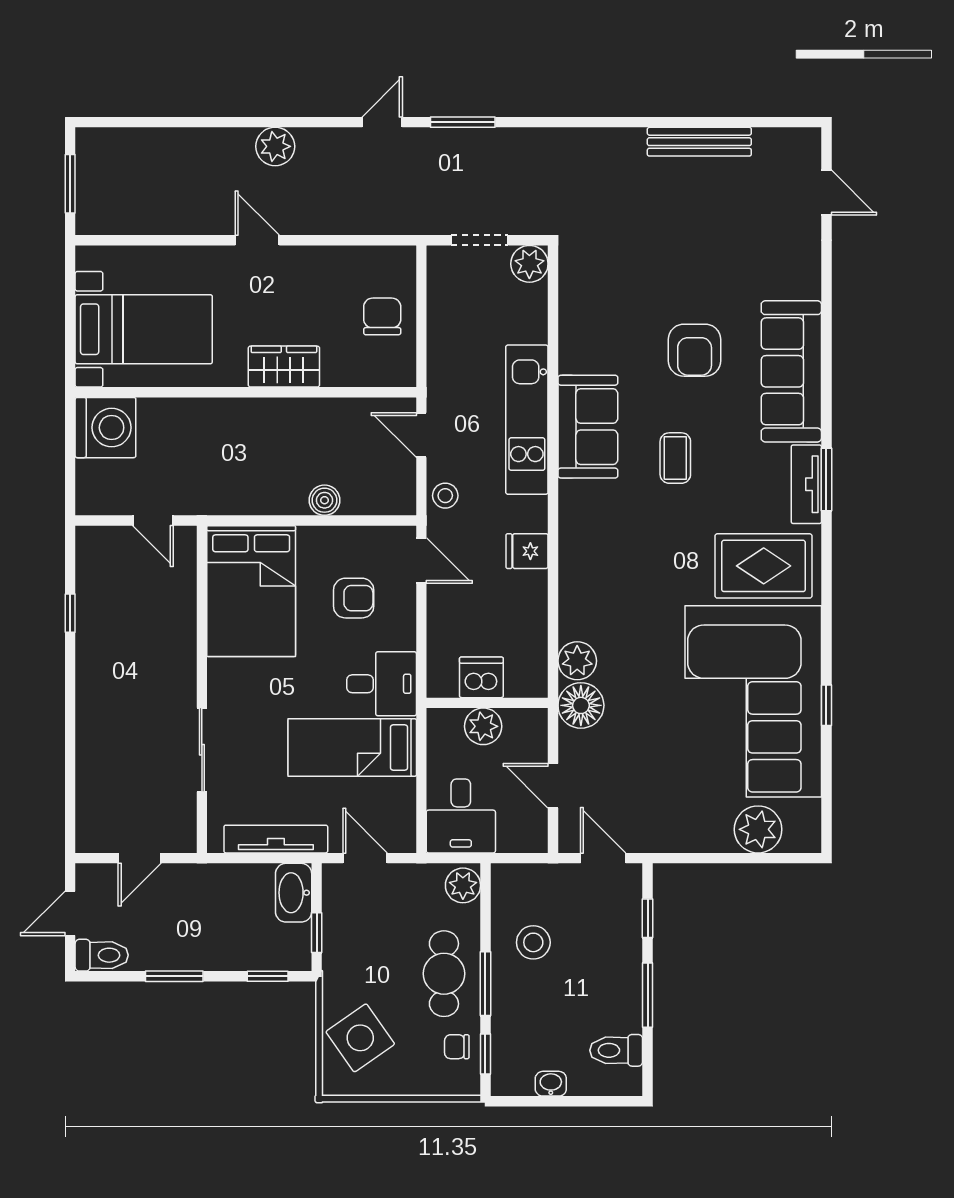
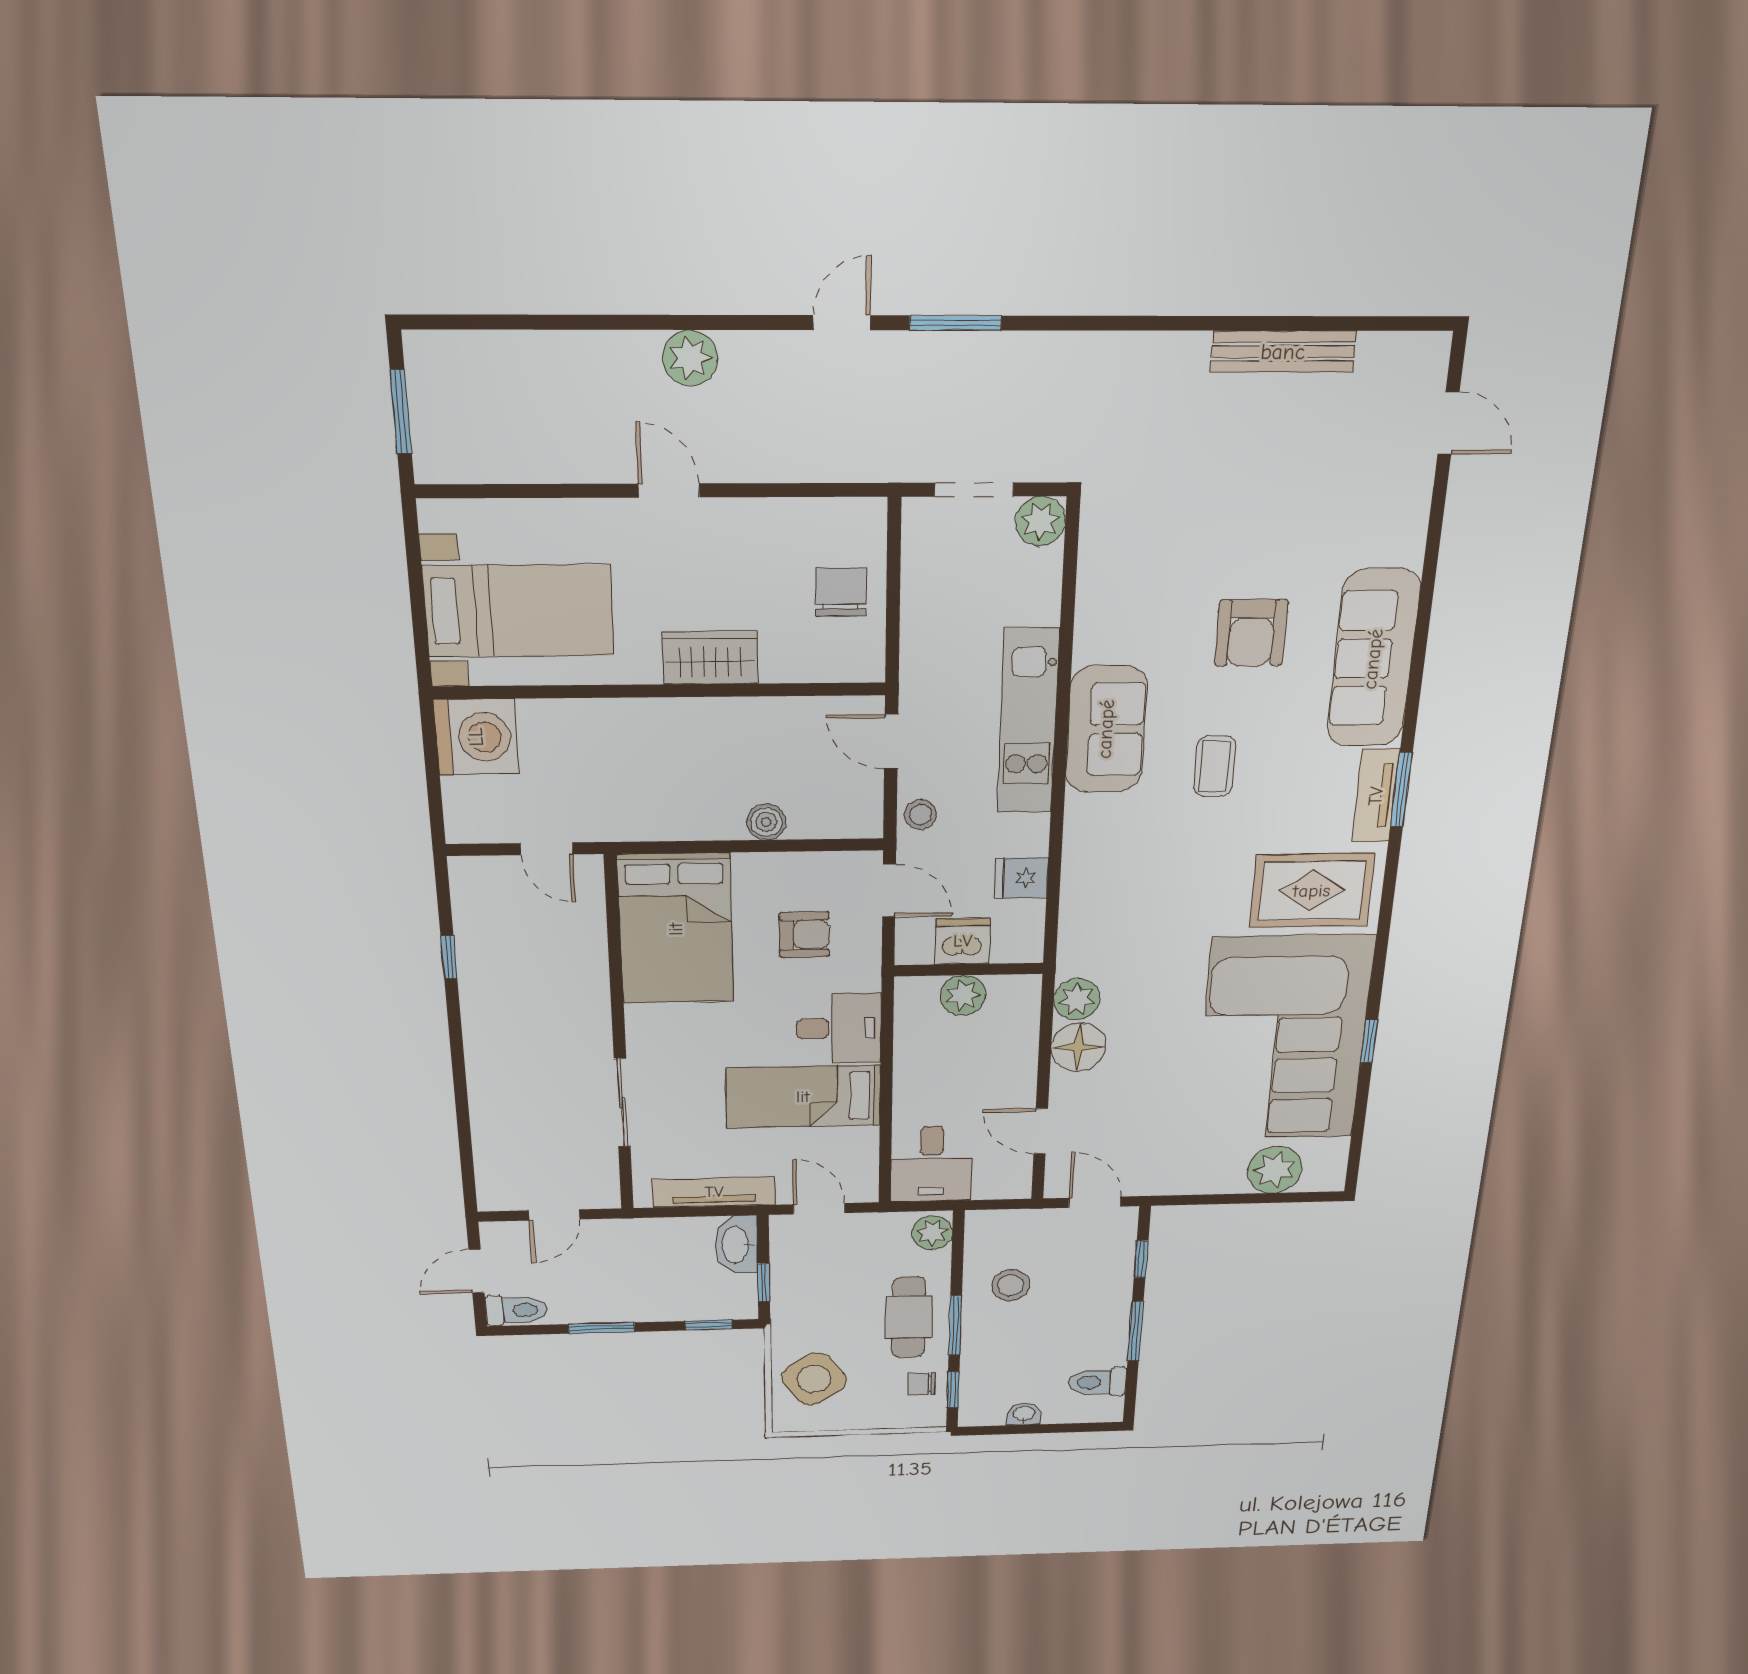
dishwasher: (481, 677) -> (963, 941), moved
wall: (487, 703) -> (969, 970), moved
plant: (483, 726) -> (963, 995), moved

